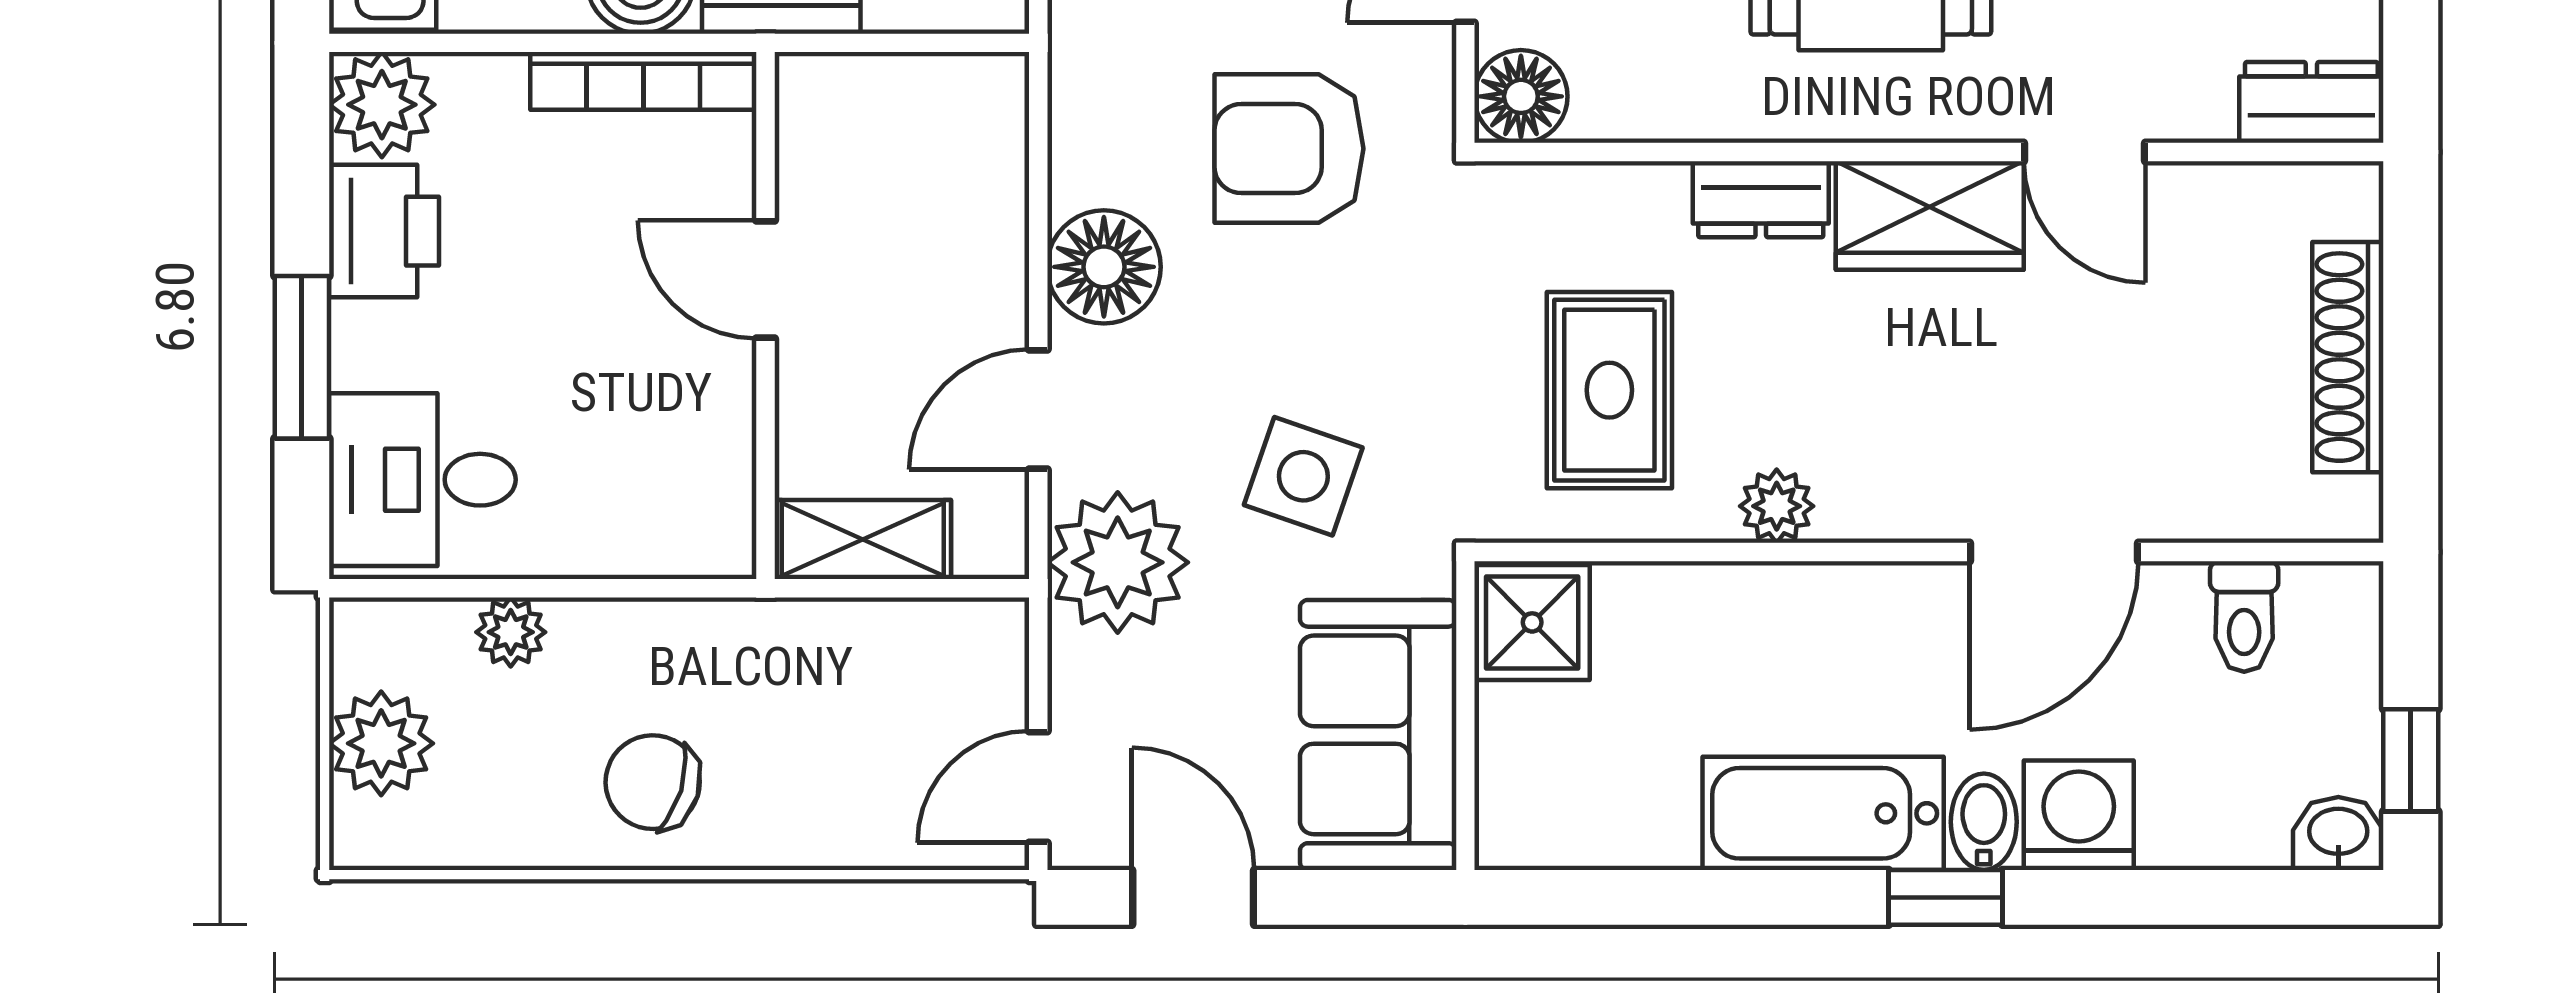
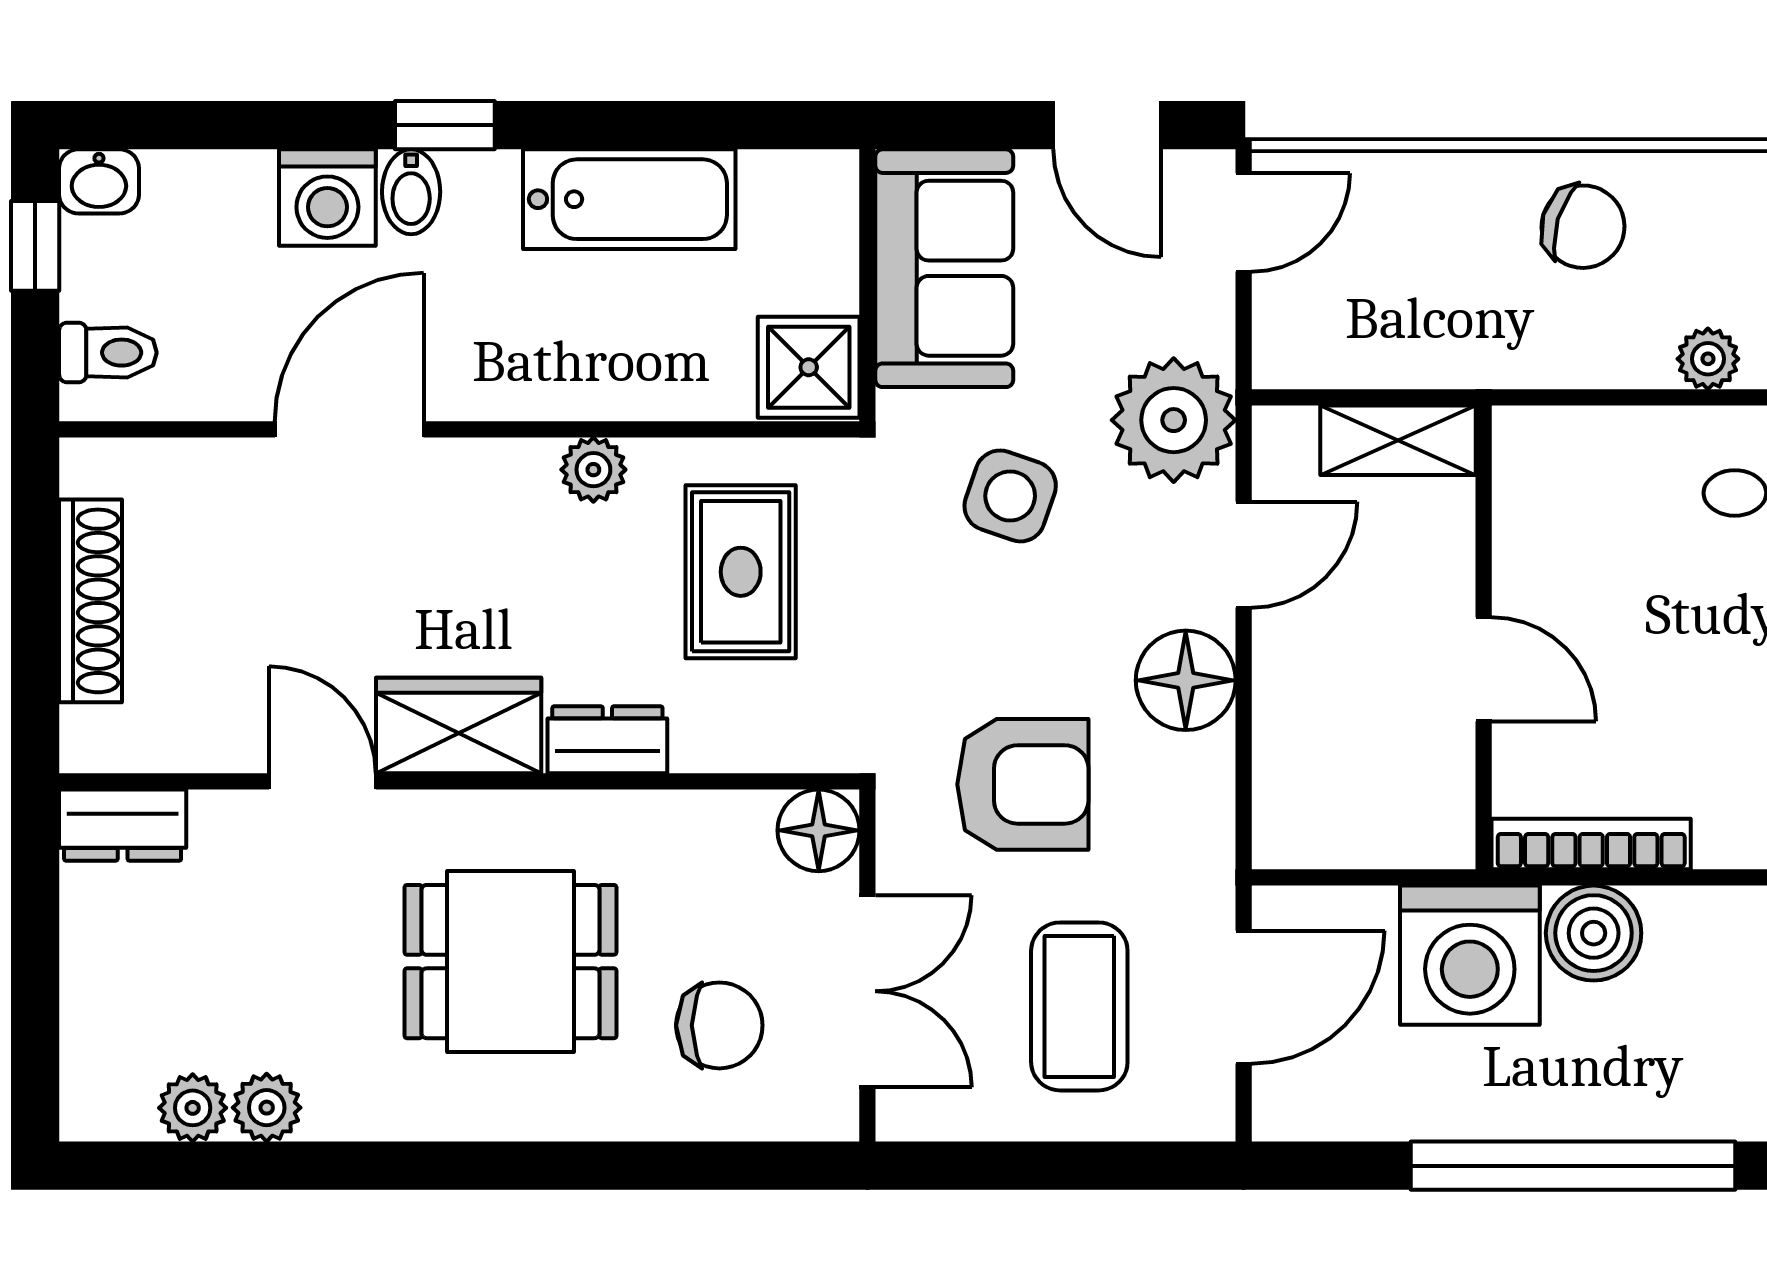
toilet: (2244, 616) -> (108, 353), moved, turned 90
bathtub: (1823, 813) -> (629, 199), moved

